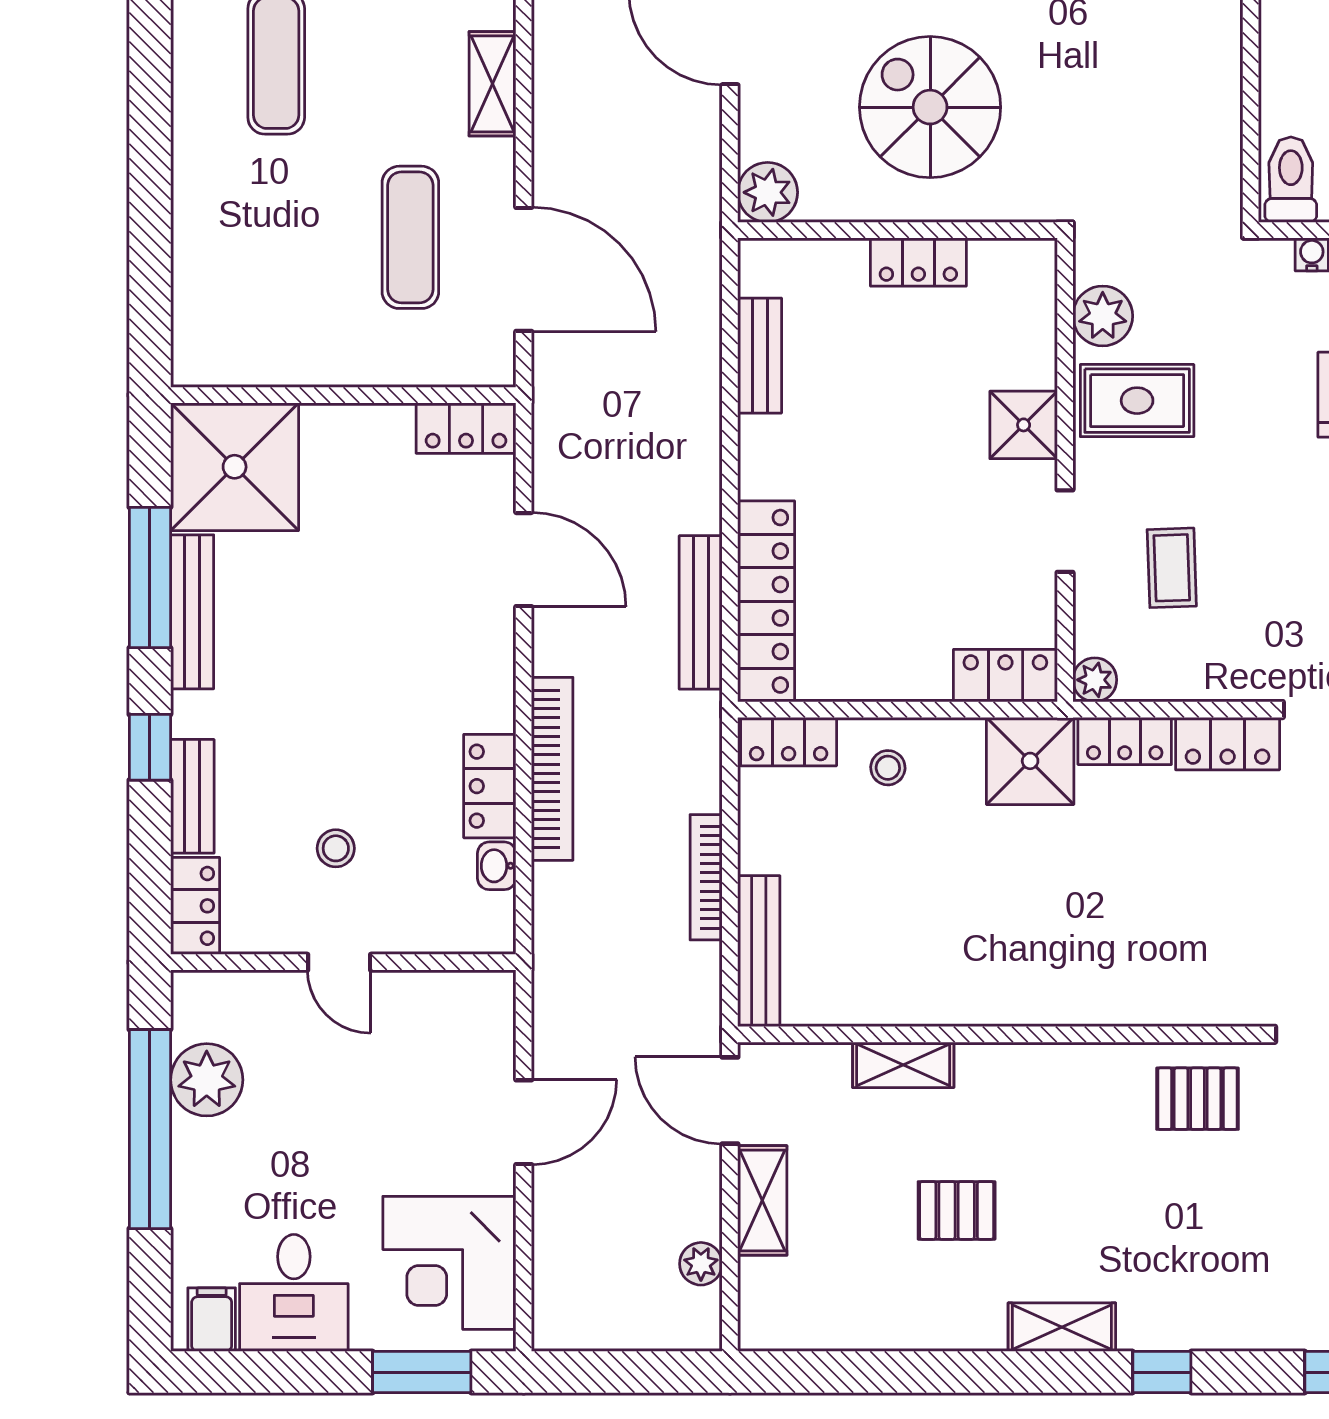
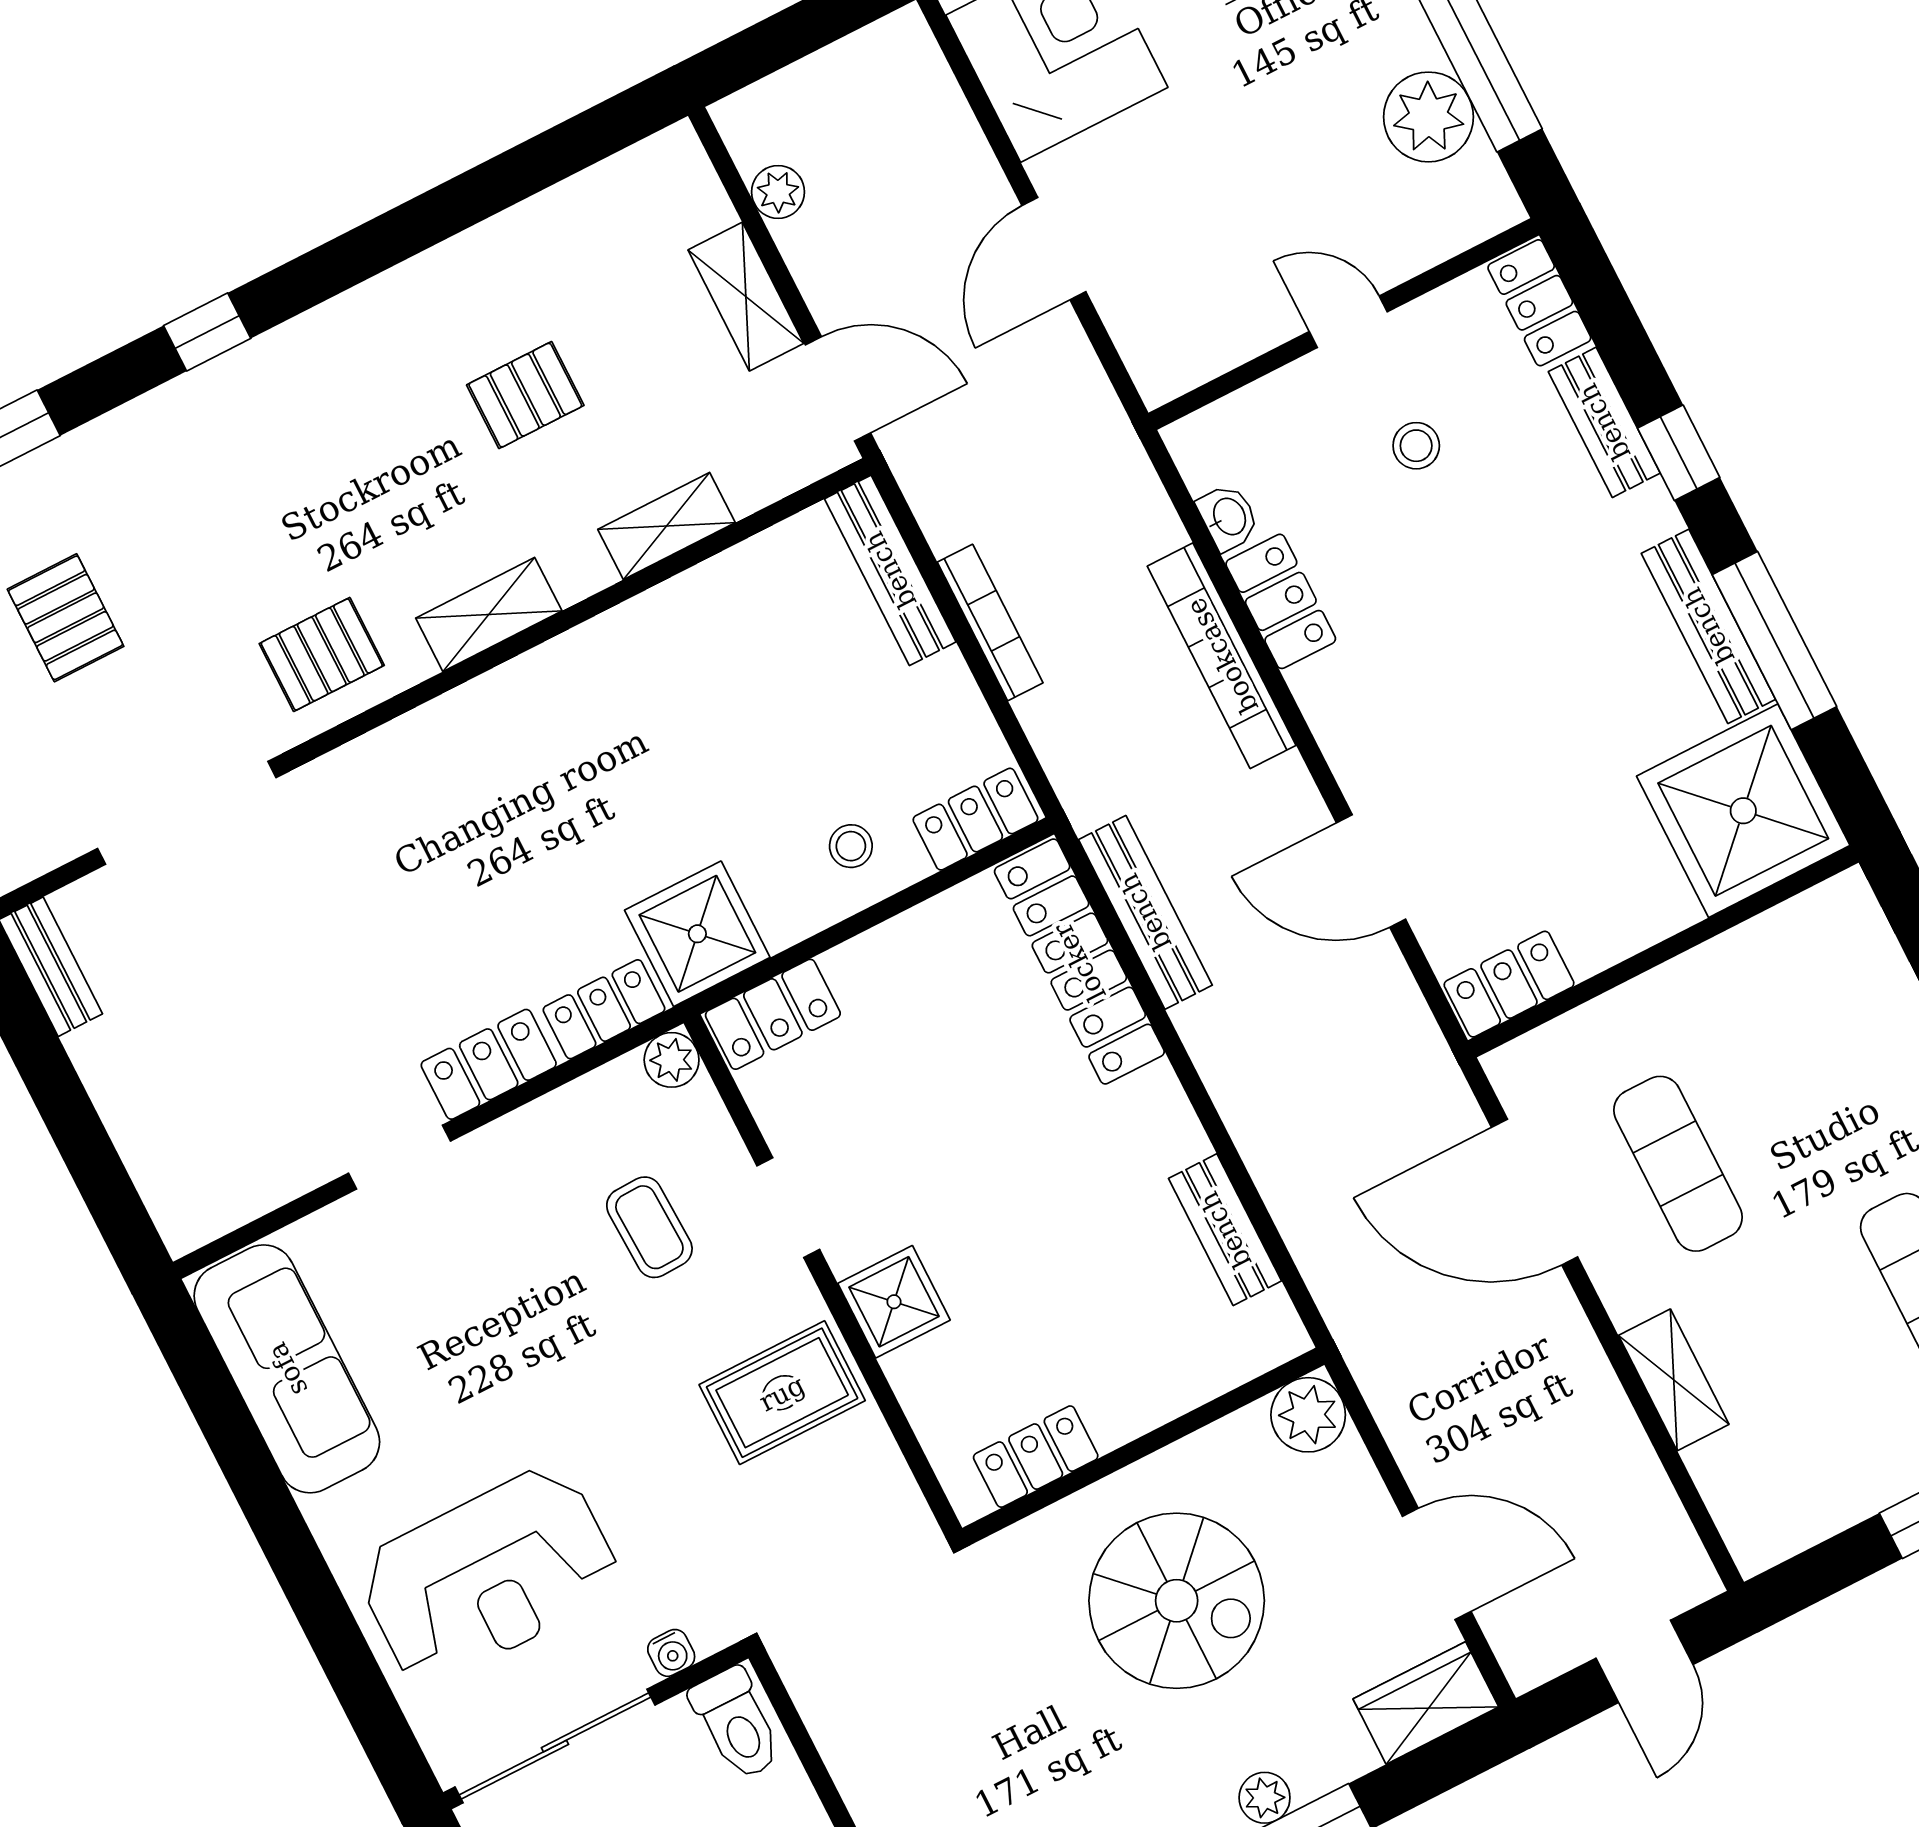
locker: (918, 262) -> (1036, 1457), moved
plant: (1103, 316) -> (868, 1467), removed
shelving: (1062, 1327) -> (489, 615), moved

